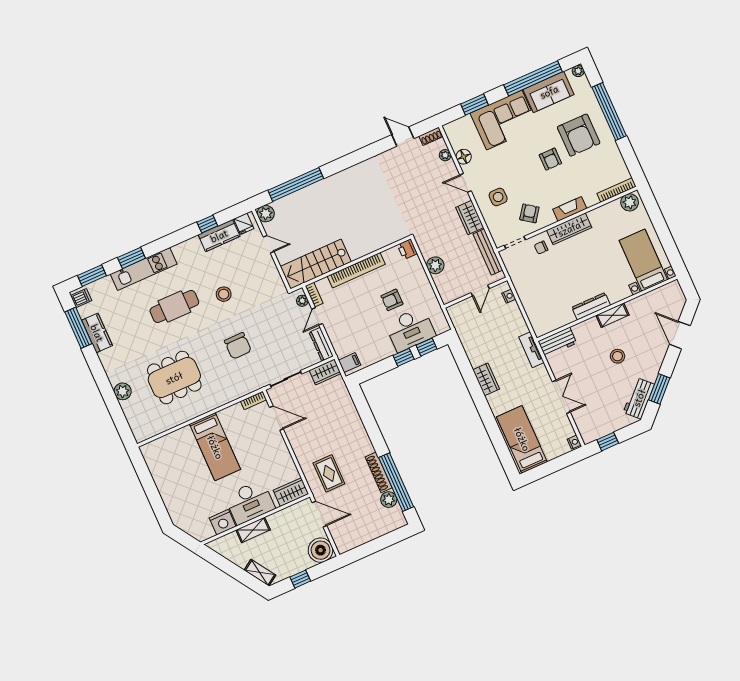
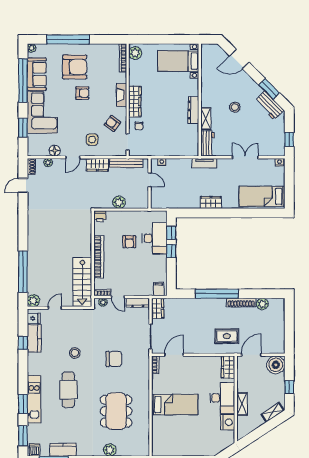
shelving: (612, 315) -> (206, 119), moved
window: (396, 482) -> (217, 294), moved

